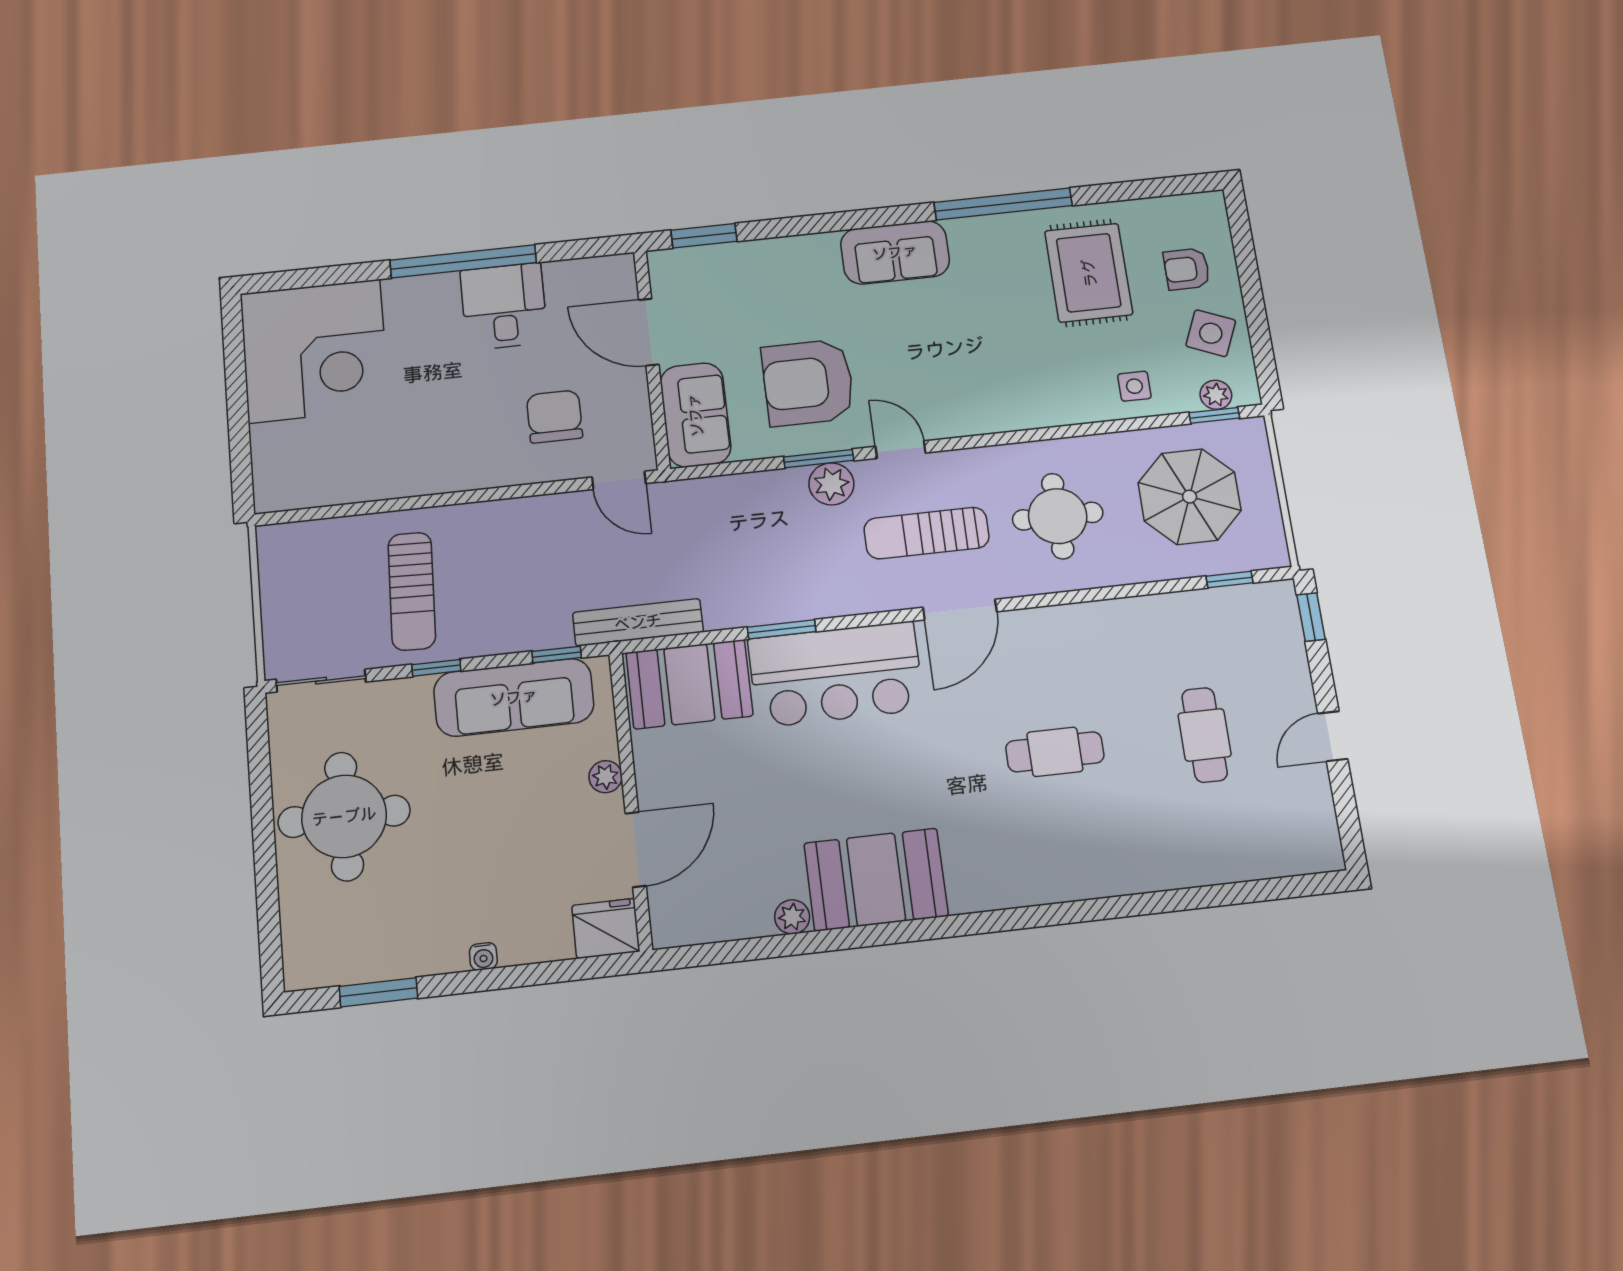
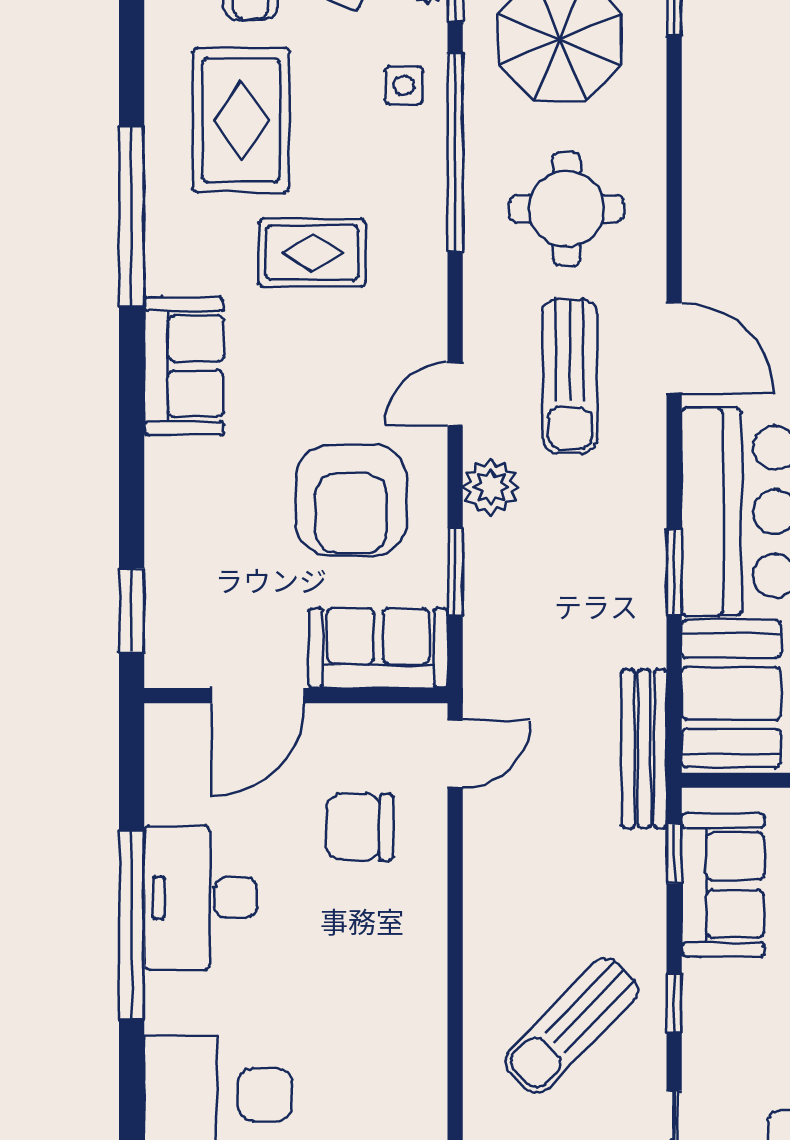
rug: (1089, 273) -> (241, 120), turned 90
desk: (504, 306) -> (201, 898), width x1.37
rug: (995, 334) -> (312, 253), added
window: (1089, 429) -> (455, 152), added
window: (819, 459) -> (455, 572), moved
sun lounger: (412, 591) -> (571, 1026), turned 132
sofa: (514, 697) -> (723, 885), width x0.73

